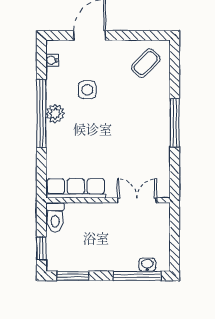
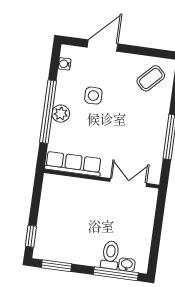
row of seats: (76, 188) -> (73, 164), moved
wall: (108, 200) -> (101, 179), moved
double door: (137, 200) -> (128, 182), moved
toilet: (55, 217) -> (110, 255), moved, turned 180

